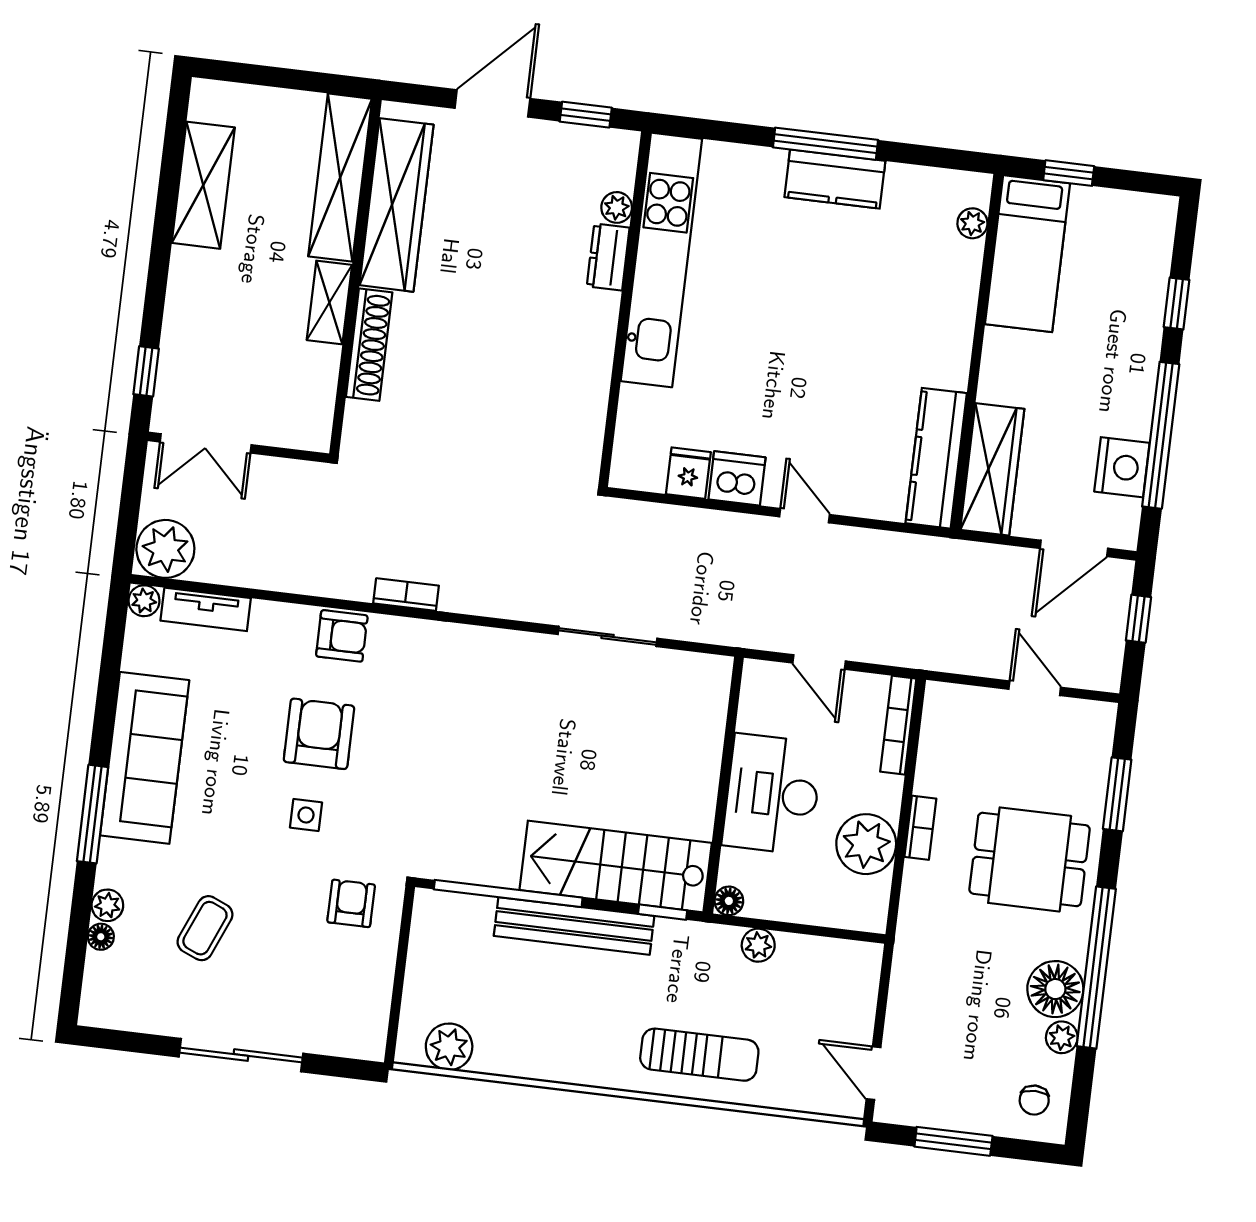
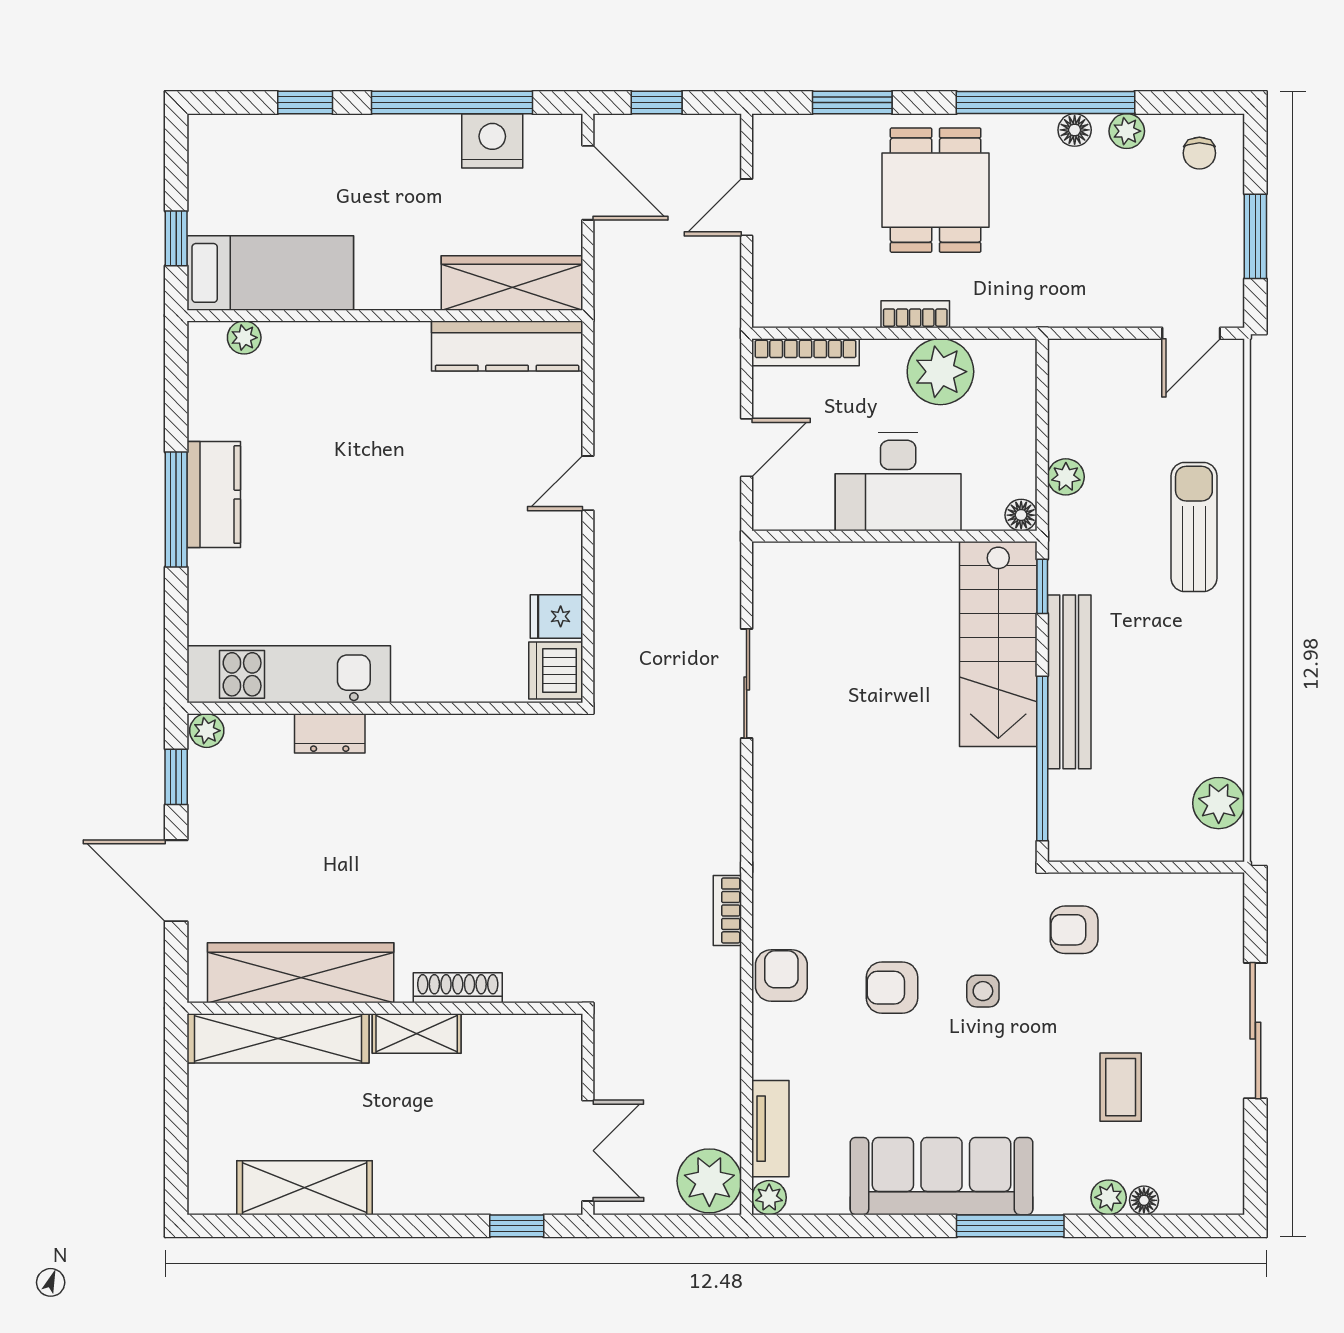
plant: (617, 207) -> (207, 731), moved
kitchen unit: (661, 260) -> (289, 674), width x0.73
shoe rack: (369, 345) -> (458, 988), width x0.74, depth x0.81
dishwasher: (737, 478) -> (556, 671), moved
armchair: (319, 734) -> (892, 988), width x0.72, depth x0.72
coffee table: (205, 928) -> (1121, 1087), turned 67
floor lamp: (1055, 989) -> (1075, 130), width x0.53, depth x0.53
chair: (1034, 1100) -> (1199, 153), turned 90

